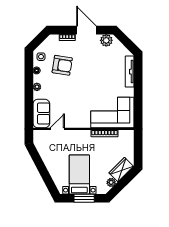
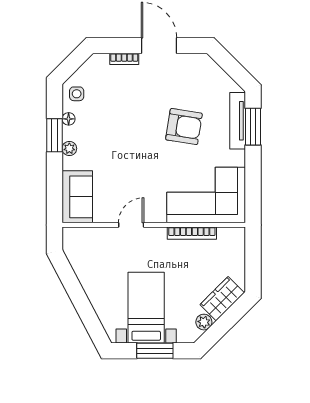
plant: (106, 40) -> (195, 64), removed
armchair: (62, 65) -> (184, 127), moved
window: (138, 75) -> (253, 127), added
window: (29, 80) -> (54, 135), added
door: (57, 129) -> (131, 225), moved

